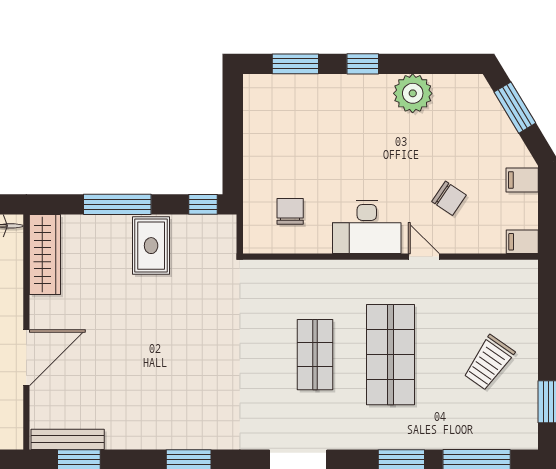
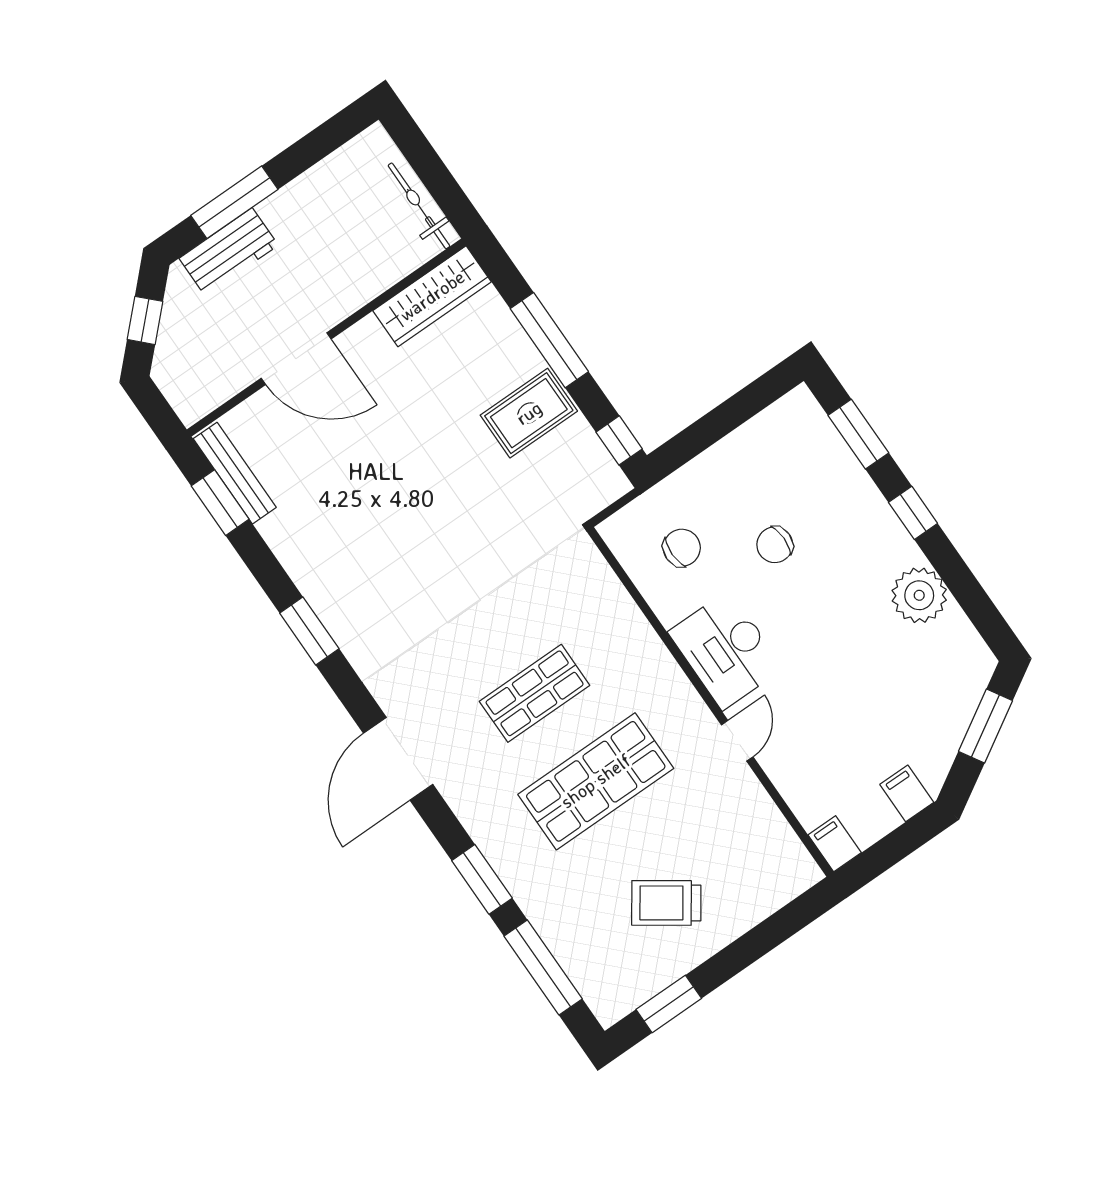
chair: (449, 198) -> (775, 545), moved, turned 56

